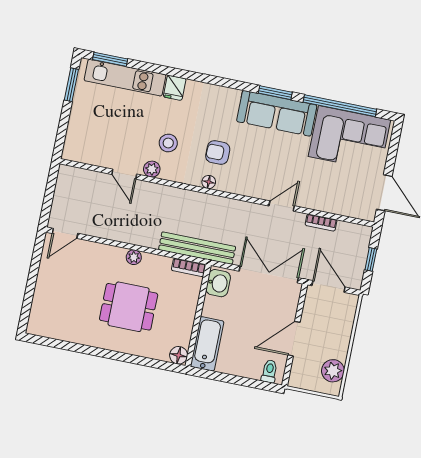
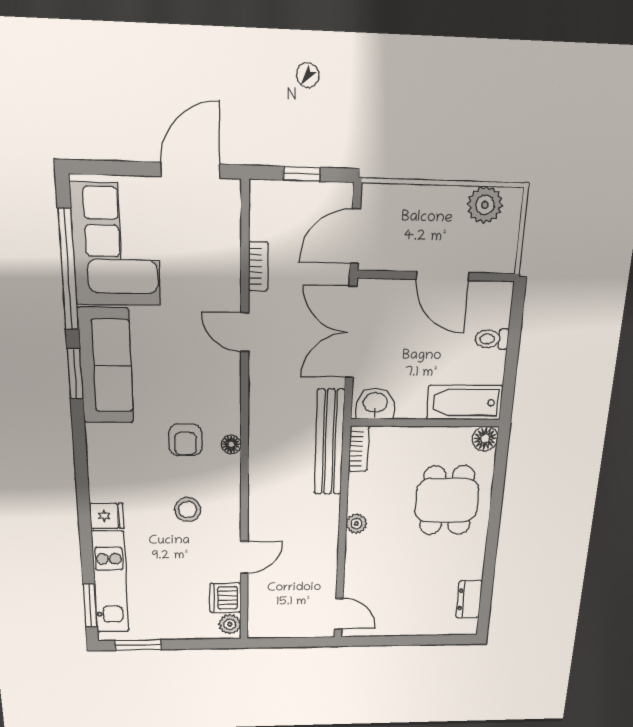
dishwasher: (96, 155) -> (225, 598), added
plant: (152, 169) -> (230, 624), moved
dining table: (129, 307) -> (447, 500), moved
dresser: (56, 331) -> (469, 599), added
toilet: (269, 371) -> (492, 339), moved

